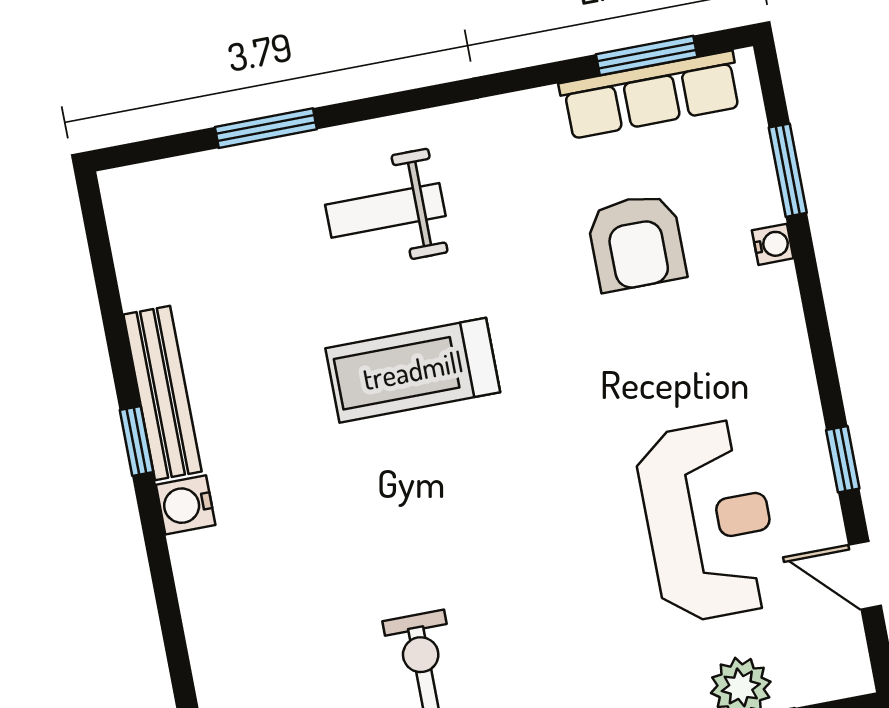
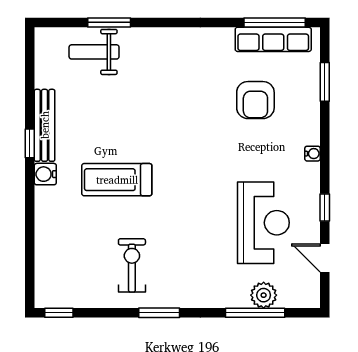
window: (647, 56) -> (275, 22), width x1.44
weight bench: (385, 210) -> (94, 52), moved
water cooler: (773, 244) -> (312, 154), moved
treadmill: (413, 370) -> (117, 180), moved

